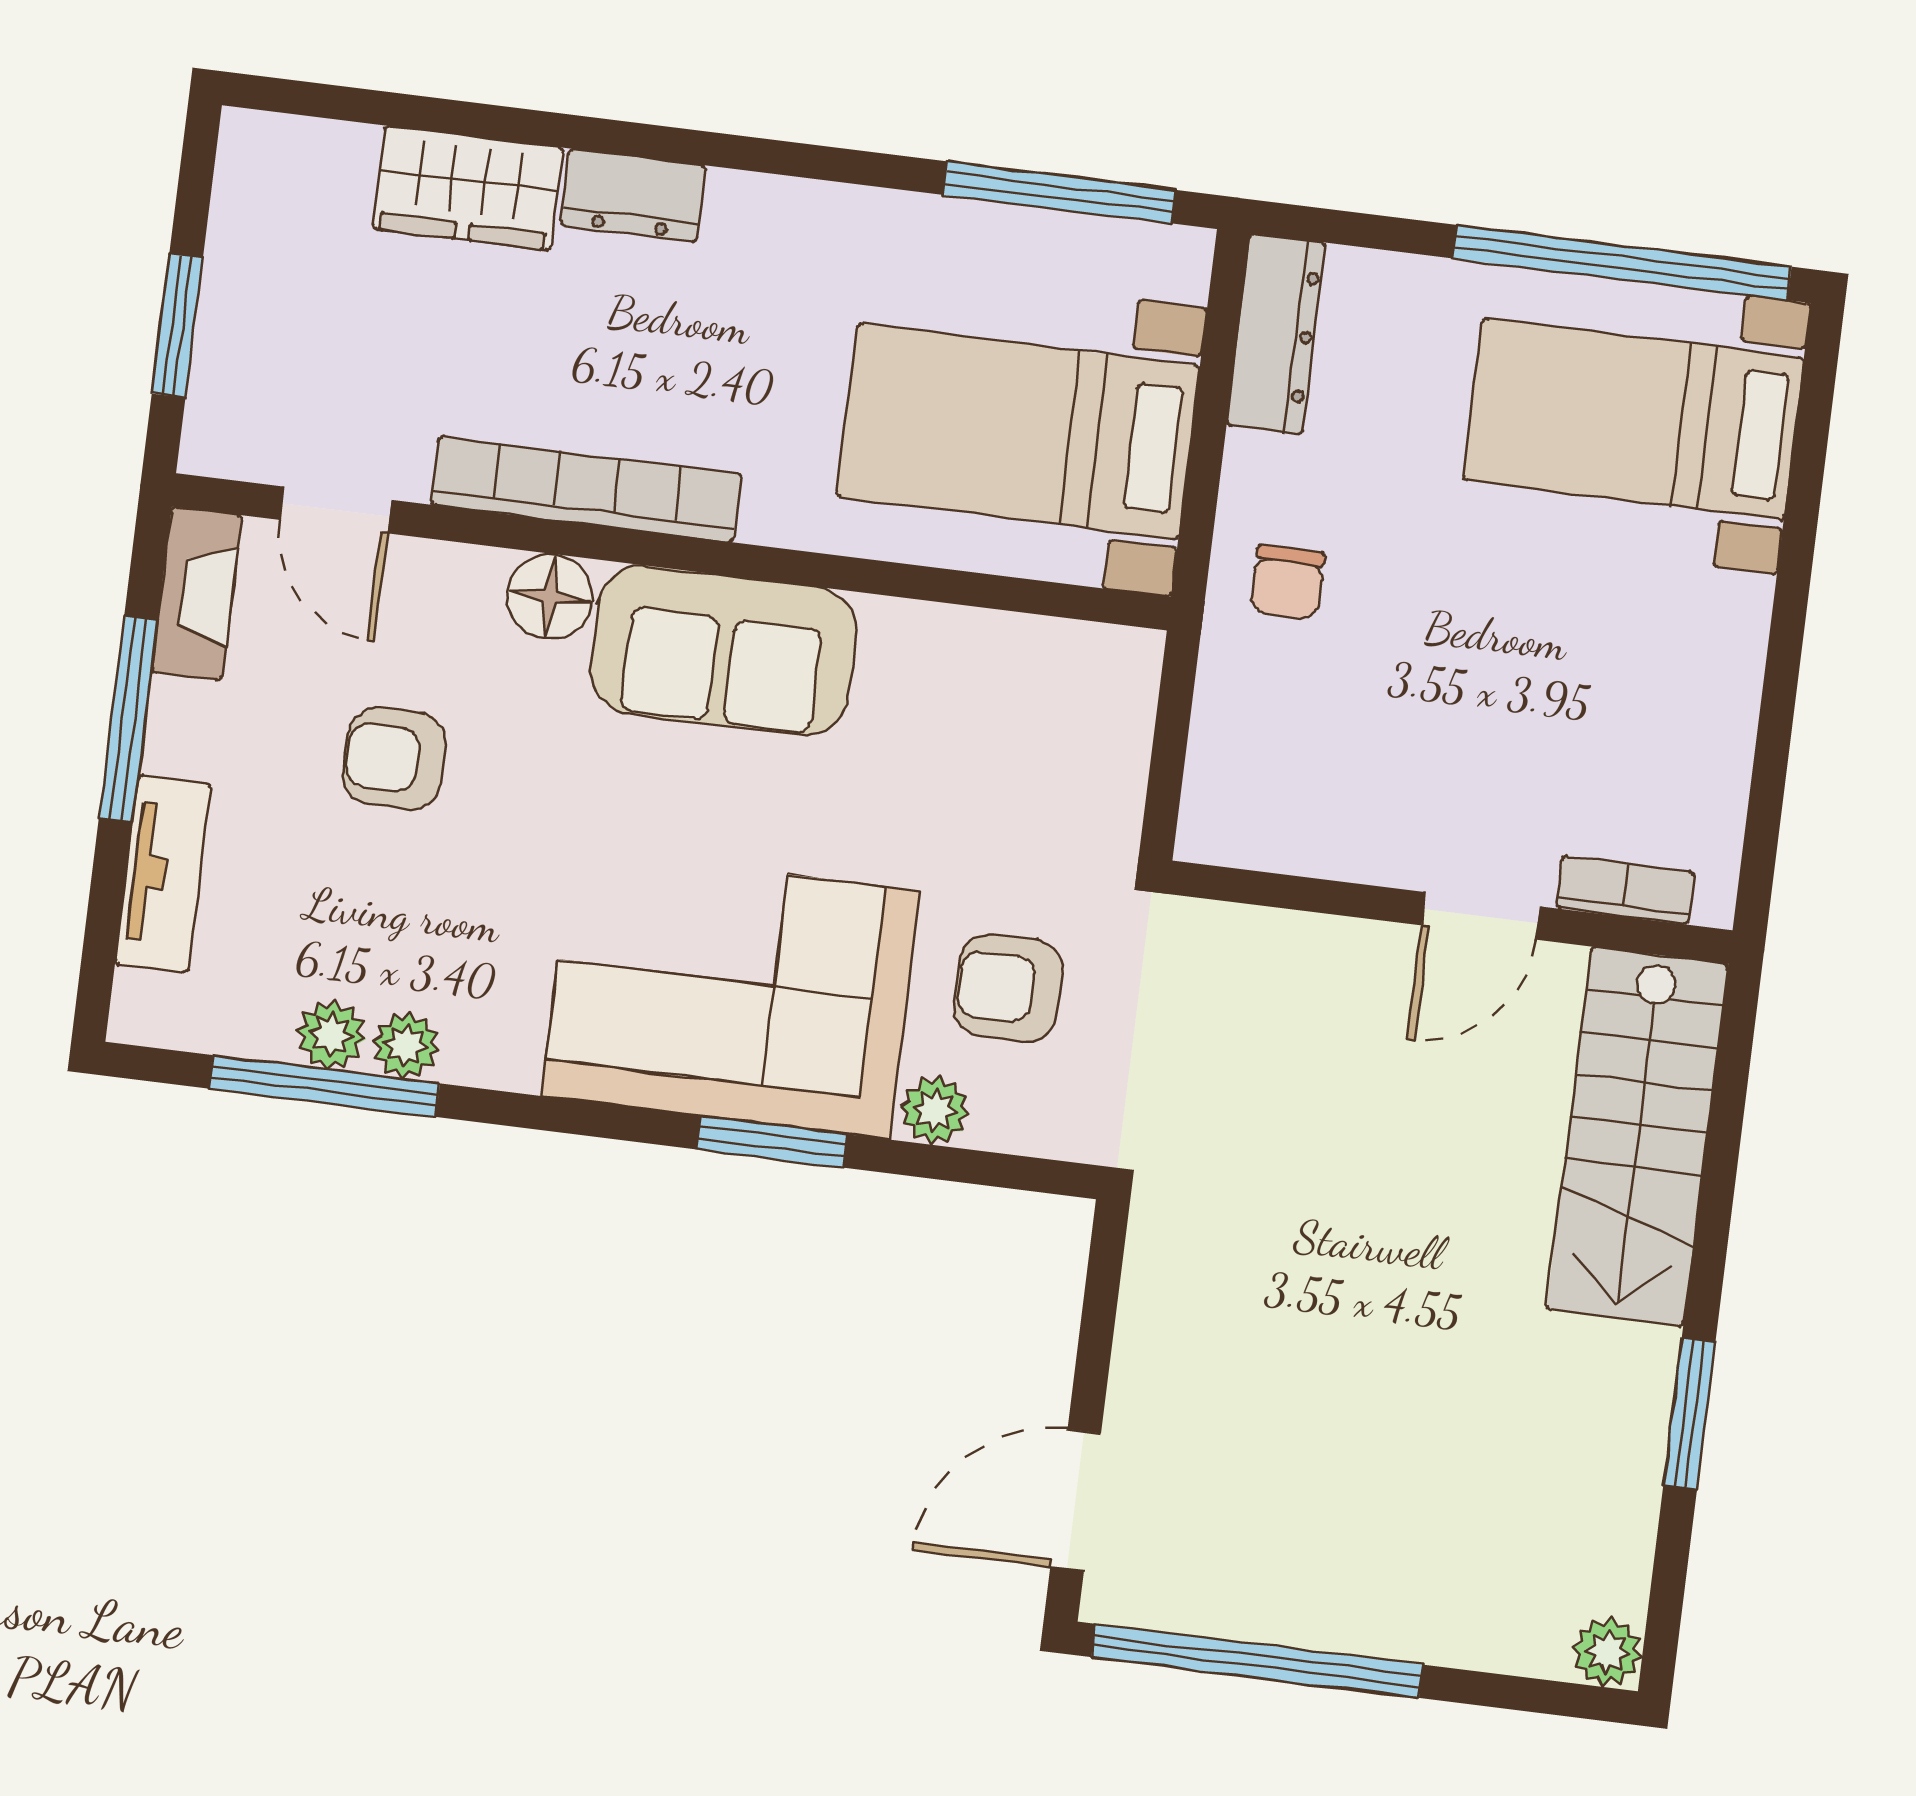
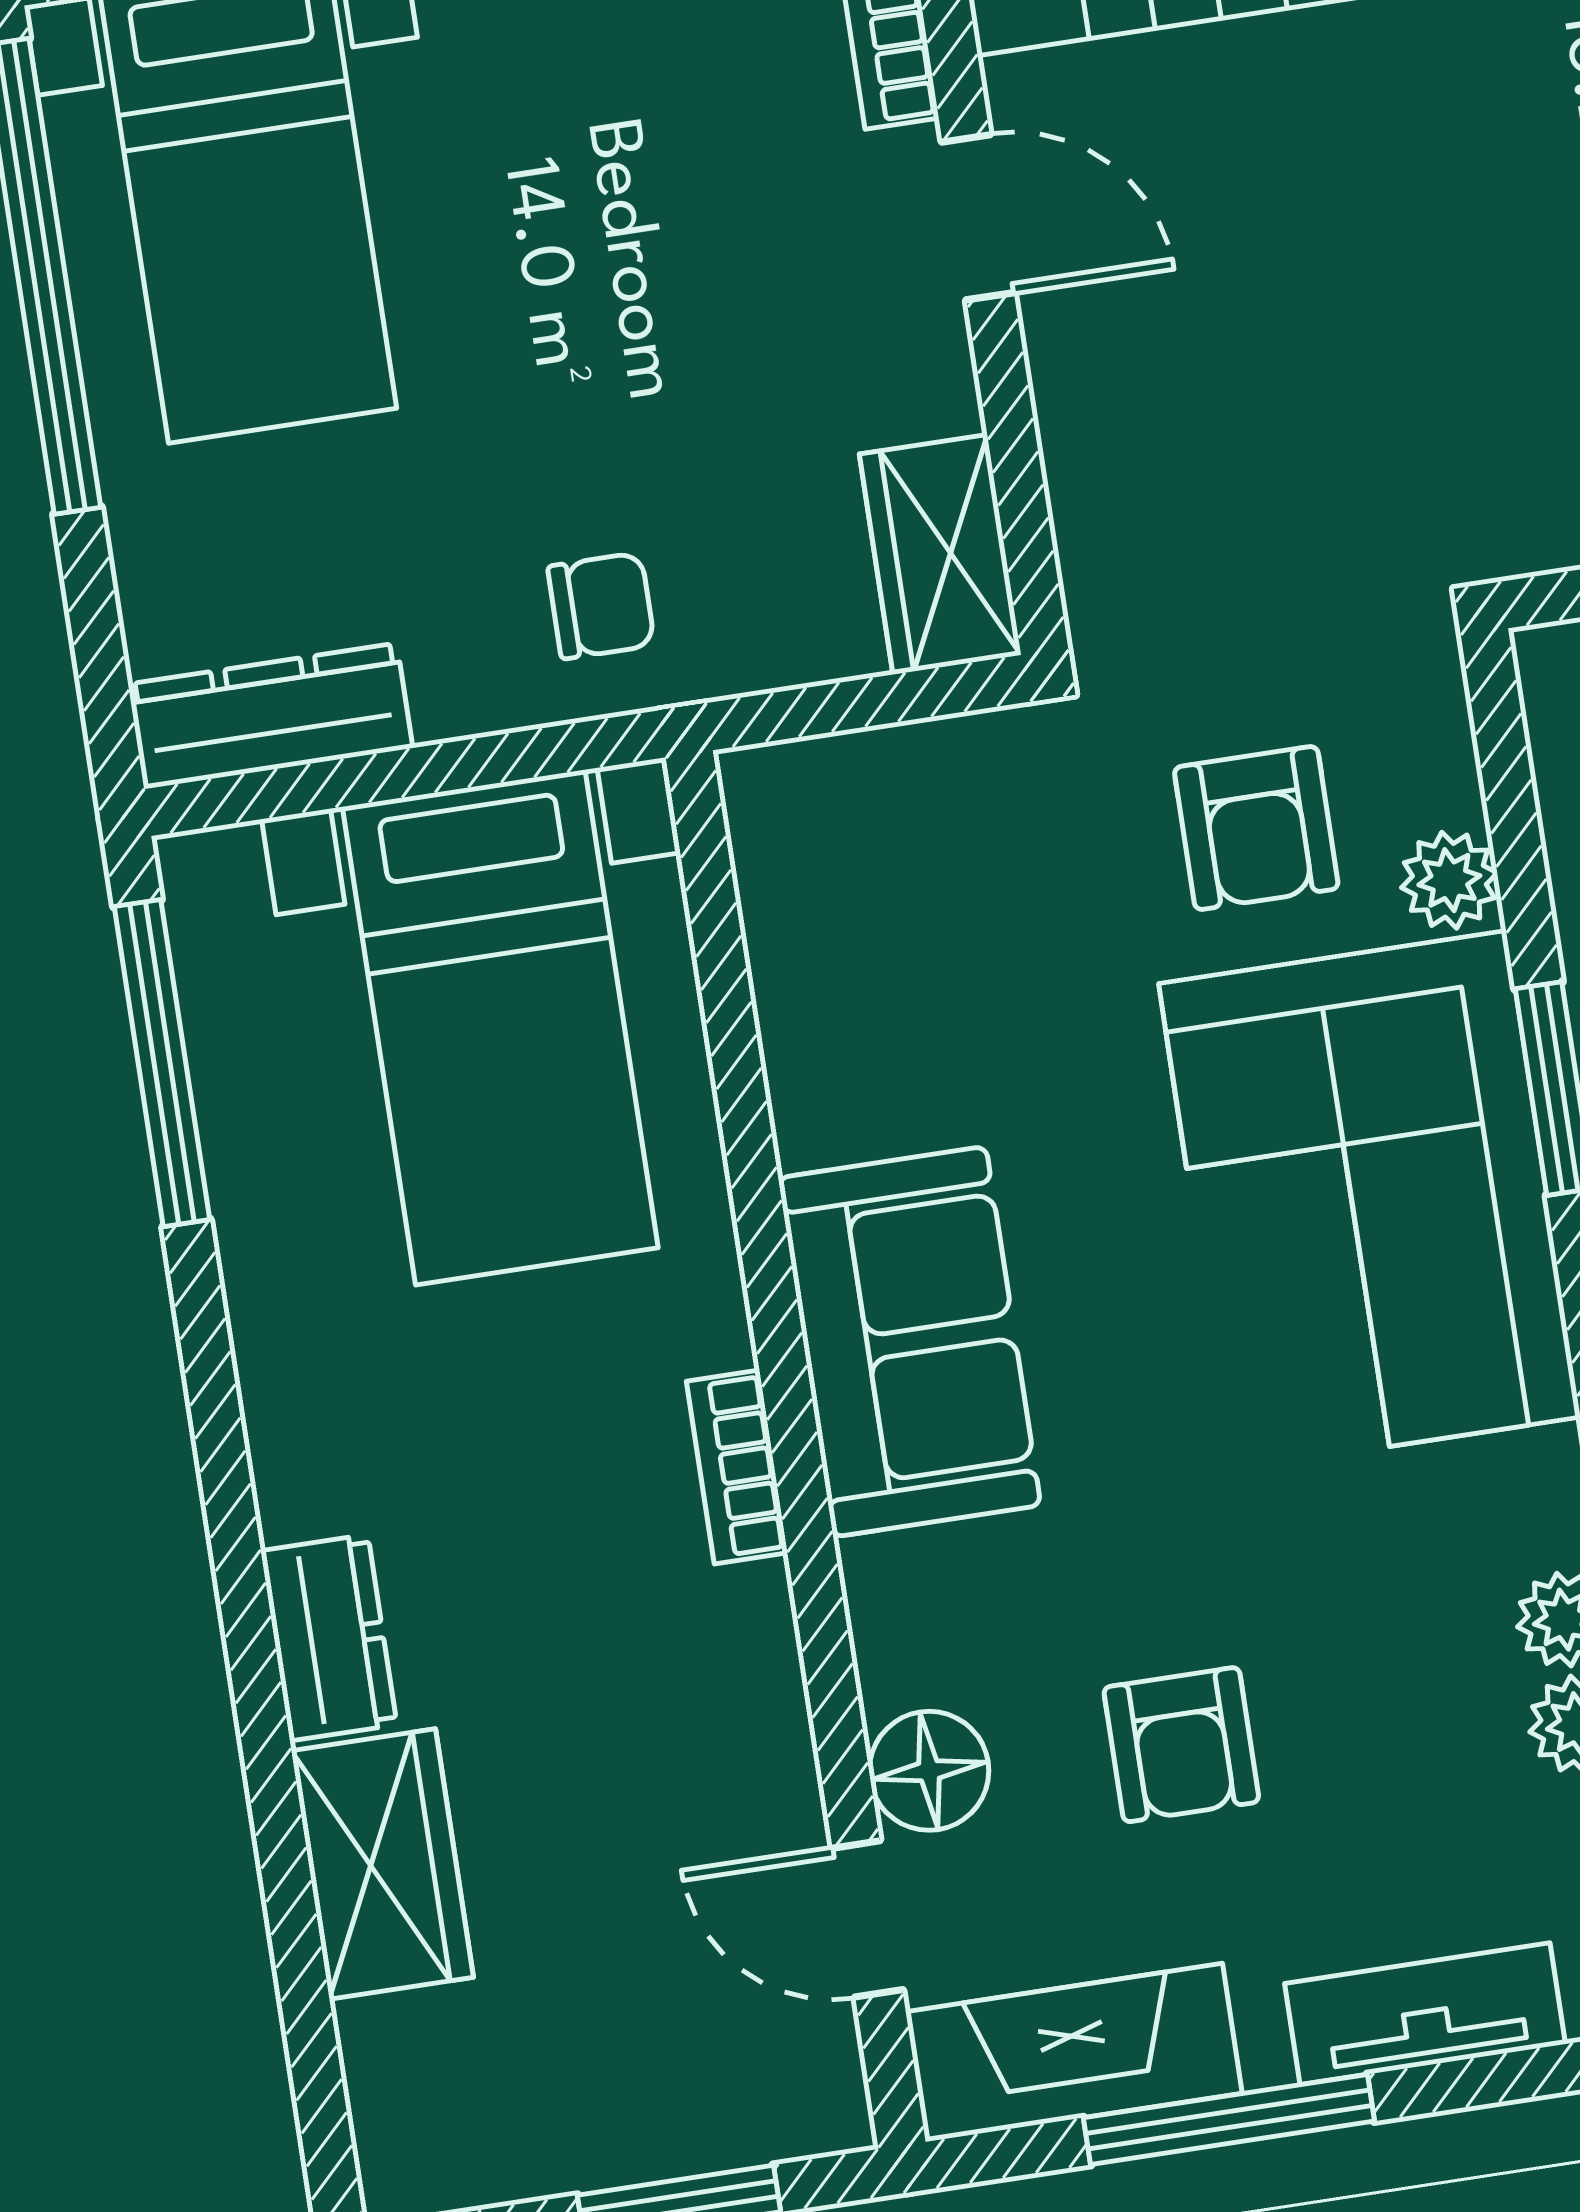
bookcase: (586, 489) -> (737, 1467), width x0.43, depth x0.76
door: (336, 510) -> (867, 1919), swing flipped
fireplace: (197, 594) -> (1074, 2053), width x1.37, depth x1.32
floor lamp: (550, 596) -> (929, 1771), moved
wardrobe: (1257, 825) -> (940, 554), added

